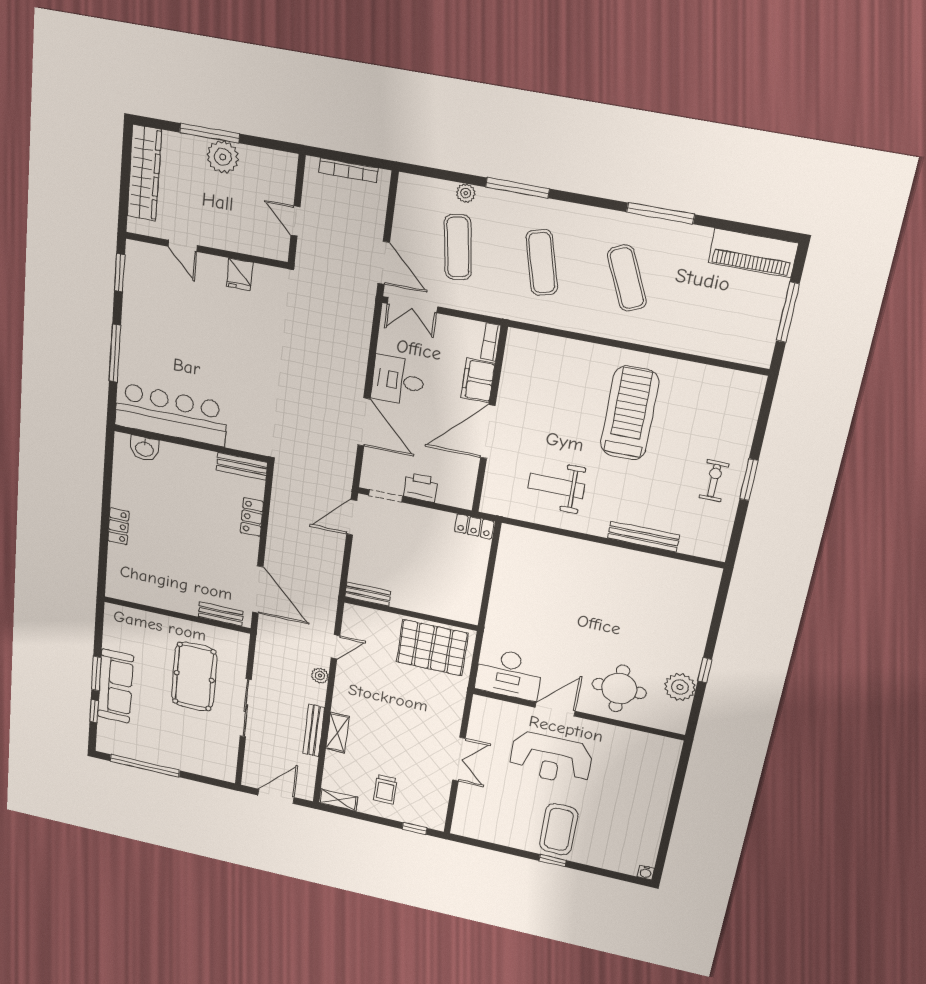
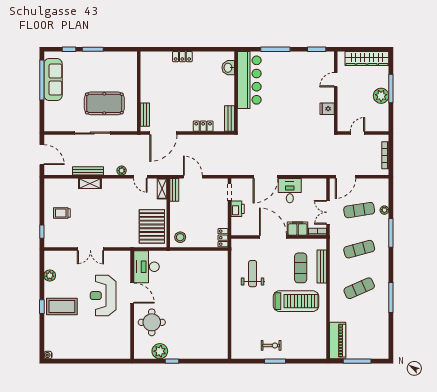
piano: (753, 253) -> (338, 341), moved, turned 180
double door: (412, 305) -> (328, 212), moved
exercise mat: (561, 390) -> (301, 268), added
door: (352, 517) -> (193, 177), moved
bench: (644, 537) -> (322, 267), moved
stool: (461, 603) -> (180, 237), added
sofa: (115, 686) -> (53, 80), moved, turned -90
shelving: (338, 800) -> (162, 189), moved
plant: (497, 835) -> (50, 276), added

